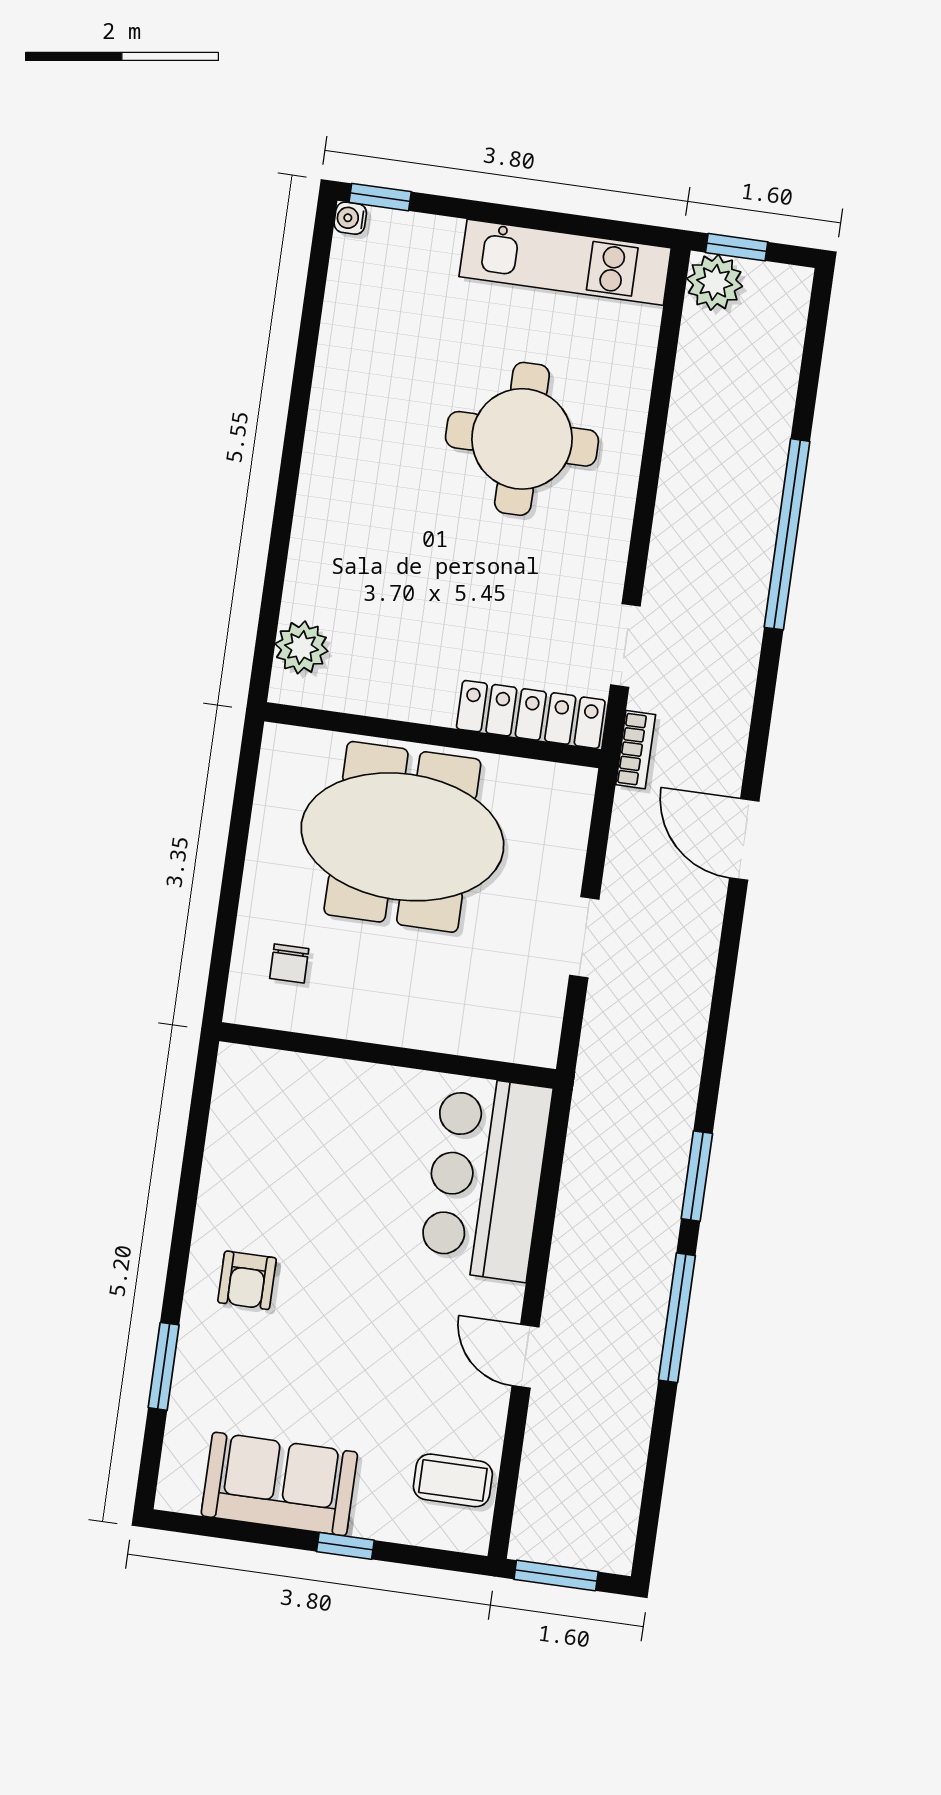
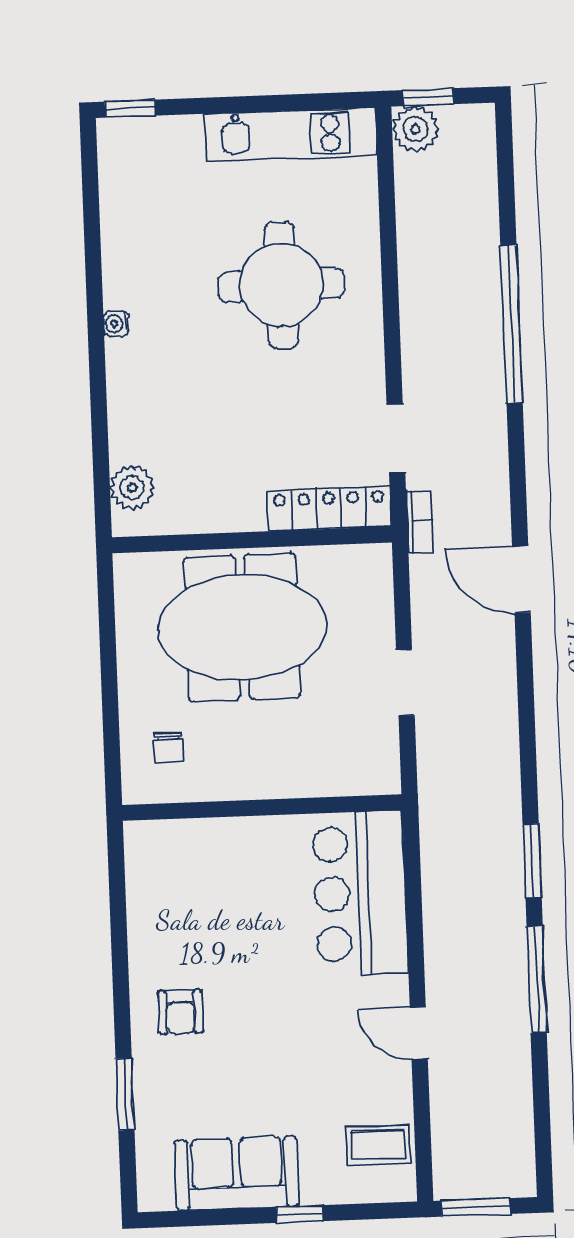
water cooler: (350, 218) -> (116, 324), moved

